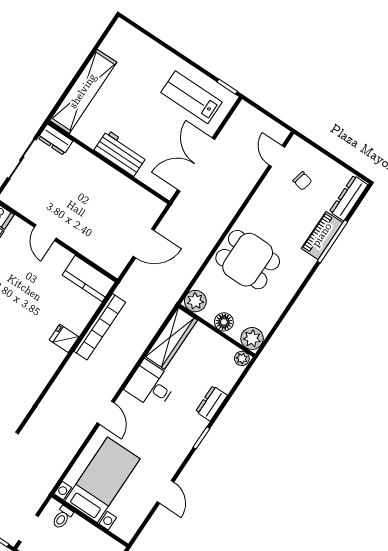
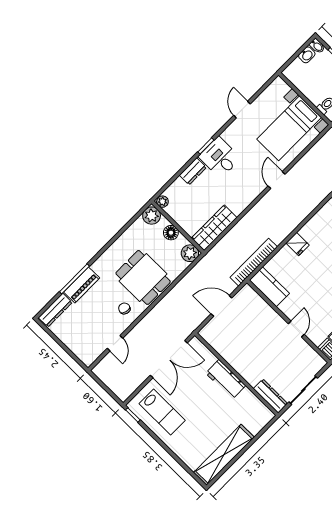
shelving: (83, 91) -> (224, 455), moved
dresser: (55, 140) -> (271, 396), width x1.44
door: (277, 156) -> (115, 343), moved
chair: (302, 181) -> (124, 308), moved
bookcase: (100, 327) -> (254, 262), moved
desk: (151, 385) -> (220, 157), moved, turned 180

